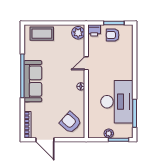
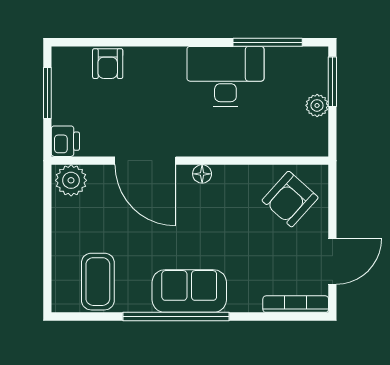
coffee table: (42, 34) -> (98, 282), moved
armchair: (113, 35) -> (108, 64), moved
door: (86, 63) -> (145, 161), width x1.87
sofa: (33, 81) -> (189, 291), width x0.73
desk: (117, 102) -> (225, 76), width x0.73, depth x0.77

